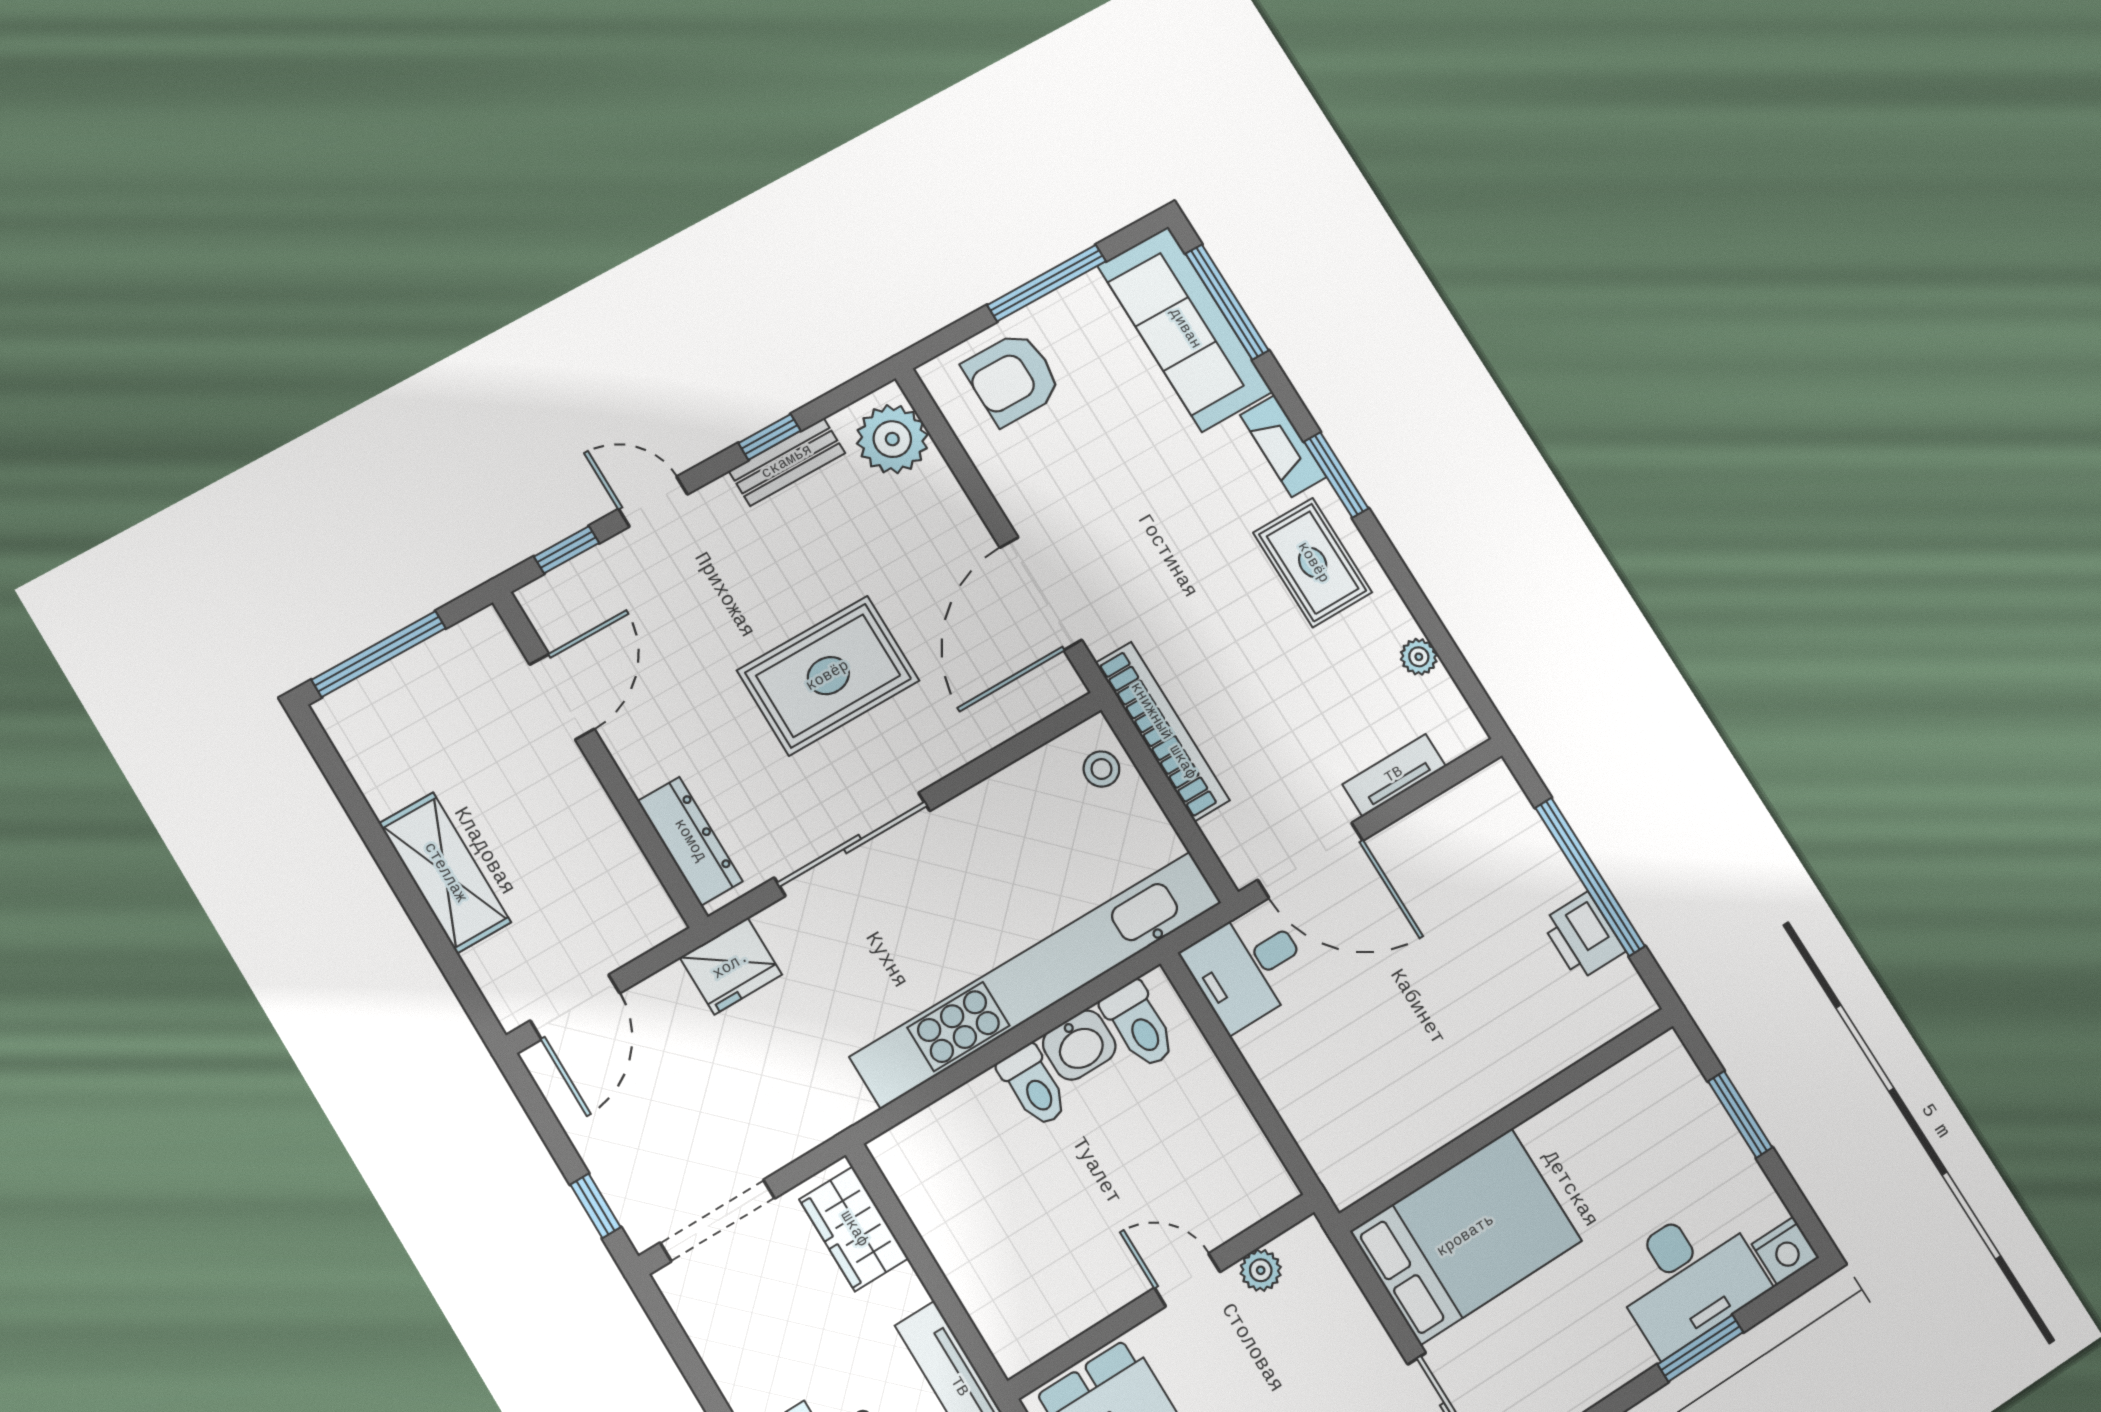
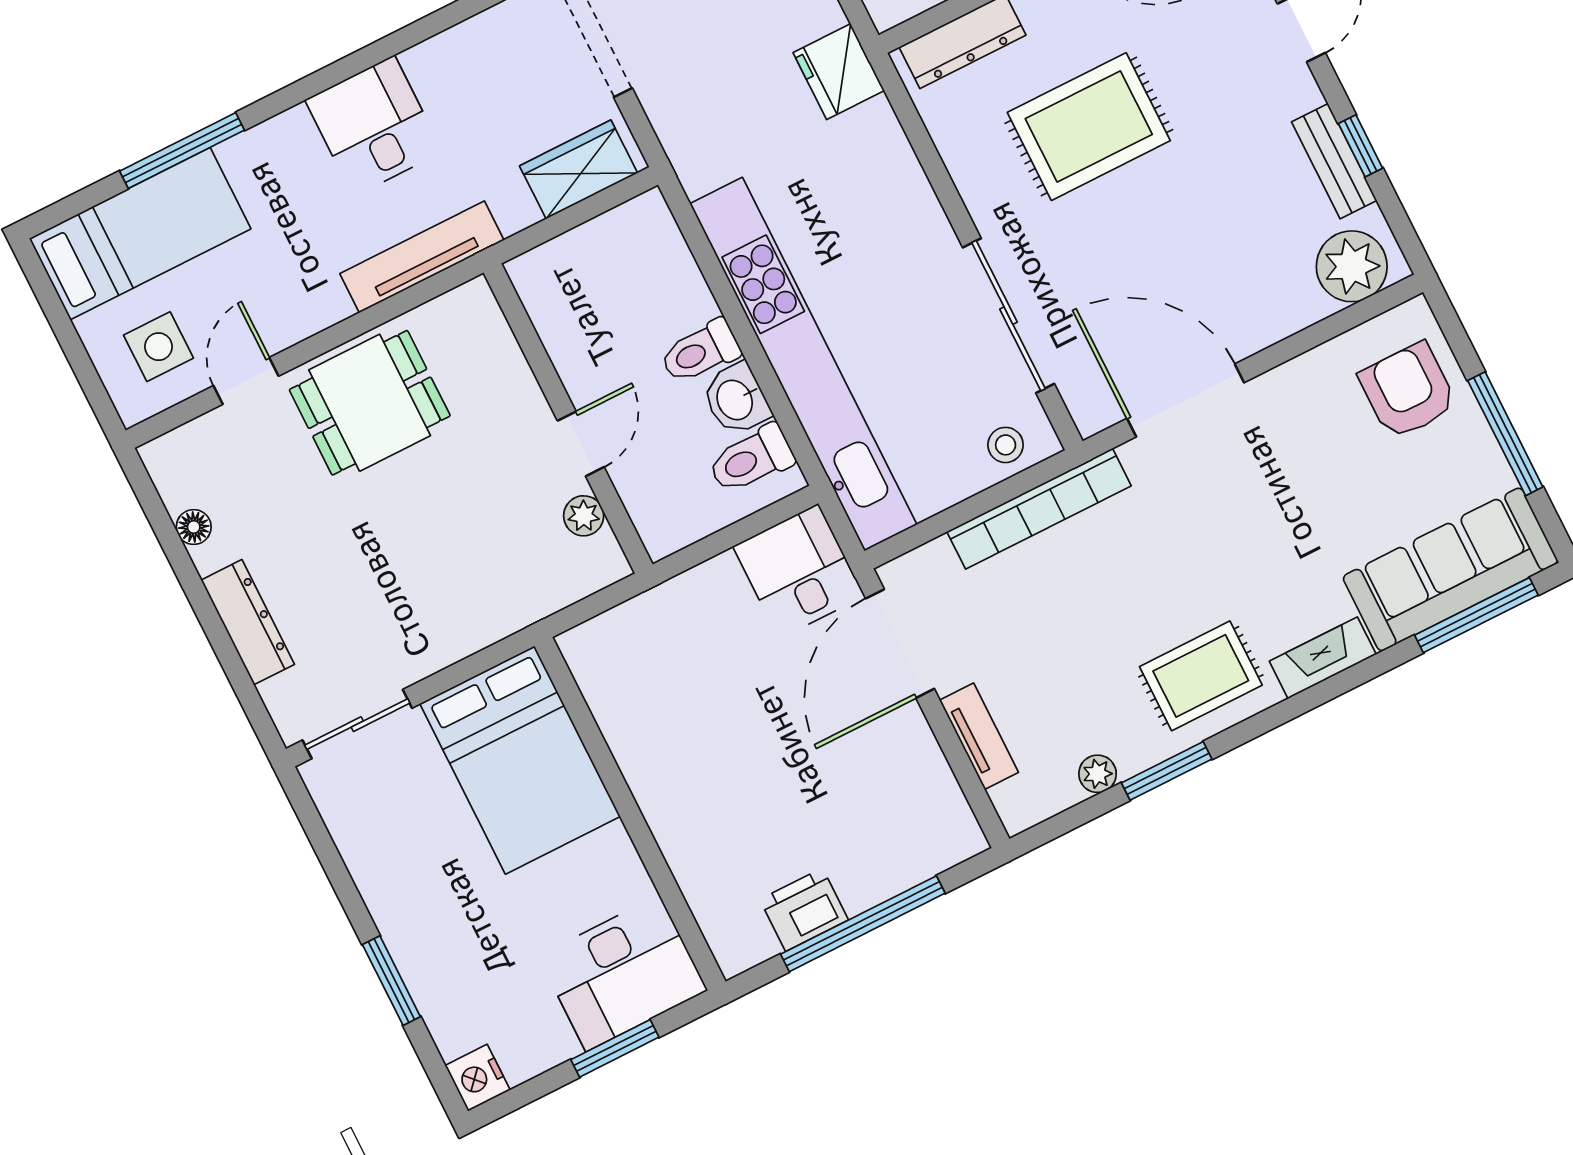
window: (1336, 475) -> (1167, 771), moved
rug: (828, 676) -> (1089, 127), moved, turned 90
sliding door: (852, 844) -> (1008, 316), moved
plant: (1261, 1270) -> (584, 516), moved
desk: (1688, 1278) -> (623, 973), moved, turned -90
door: (1187, 1280) -> (581, 444), moved
wall: (1162, 1296) -> (568, 418), moved

